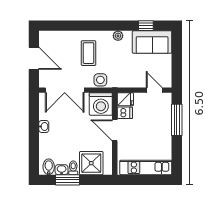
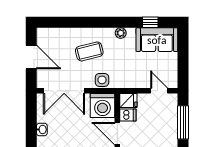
coffee table: (88, 53) -> (89, 51), turned 76

